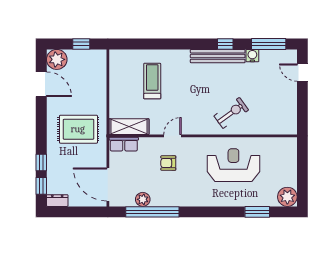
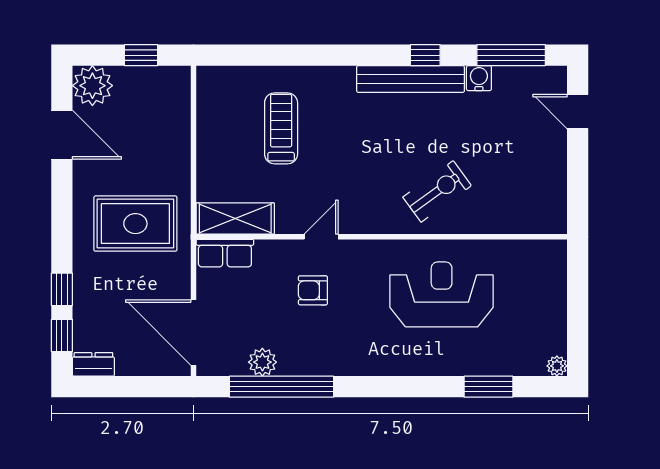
plant: (287, 197) -> (557, 366), width x0.53, depth x0.53

